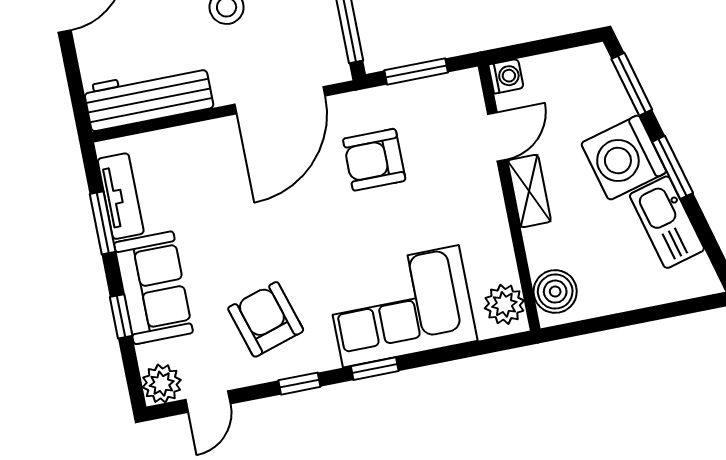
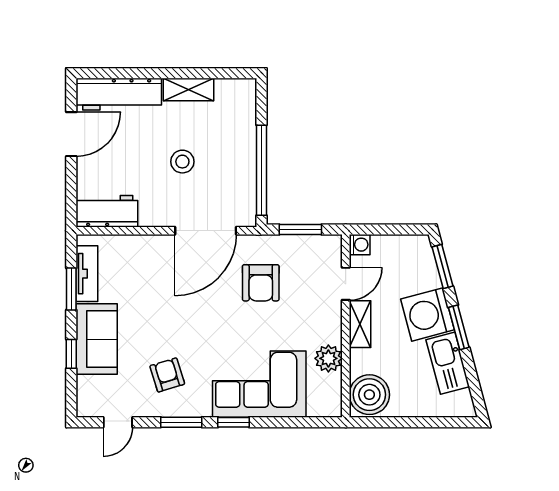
workbench: (148, 97) -> (107, 211), width x0.73
armchair: (374, 160) -> (261, 283), turned -90
boiler: (555, 292) -> (369, 395), width x1.37, depth x1.37
plant: (504, 304) -> (328, 358), moved
armchair: (266, 319) -> (167, 375), width x0.72, depth x0.72
plant: (162, 384) -> (89, 404), removed
window: (299, 384) -> (181, 422), width x1.50

